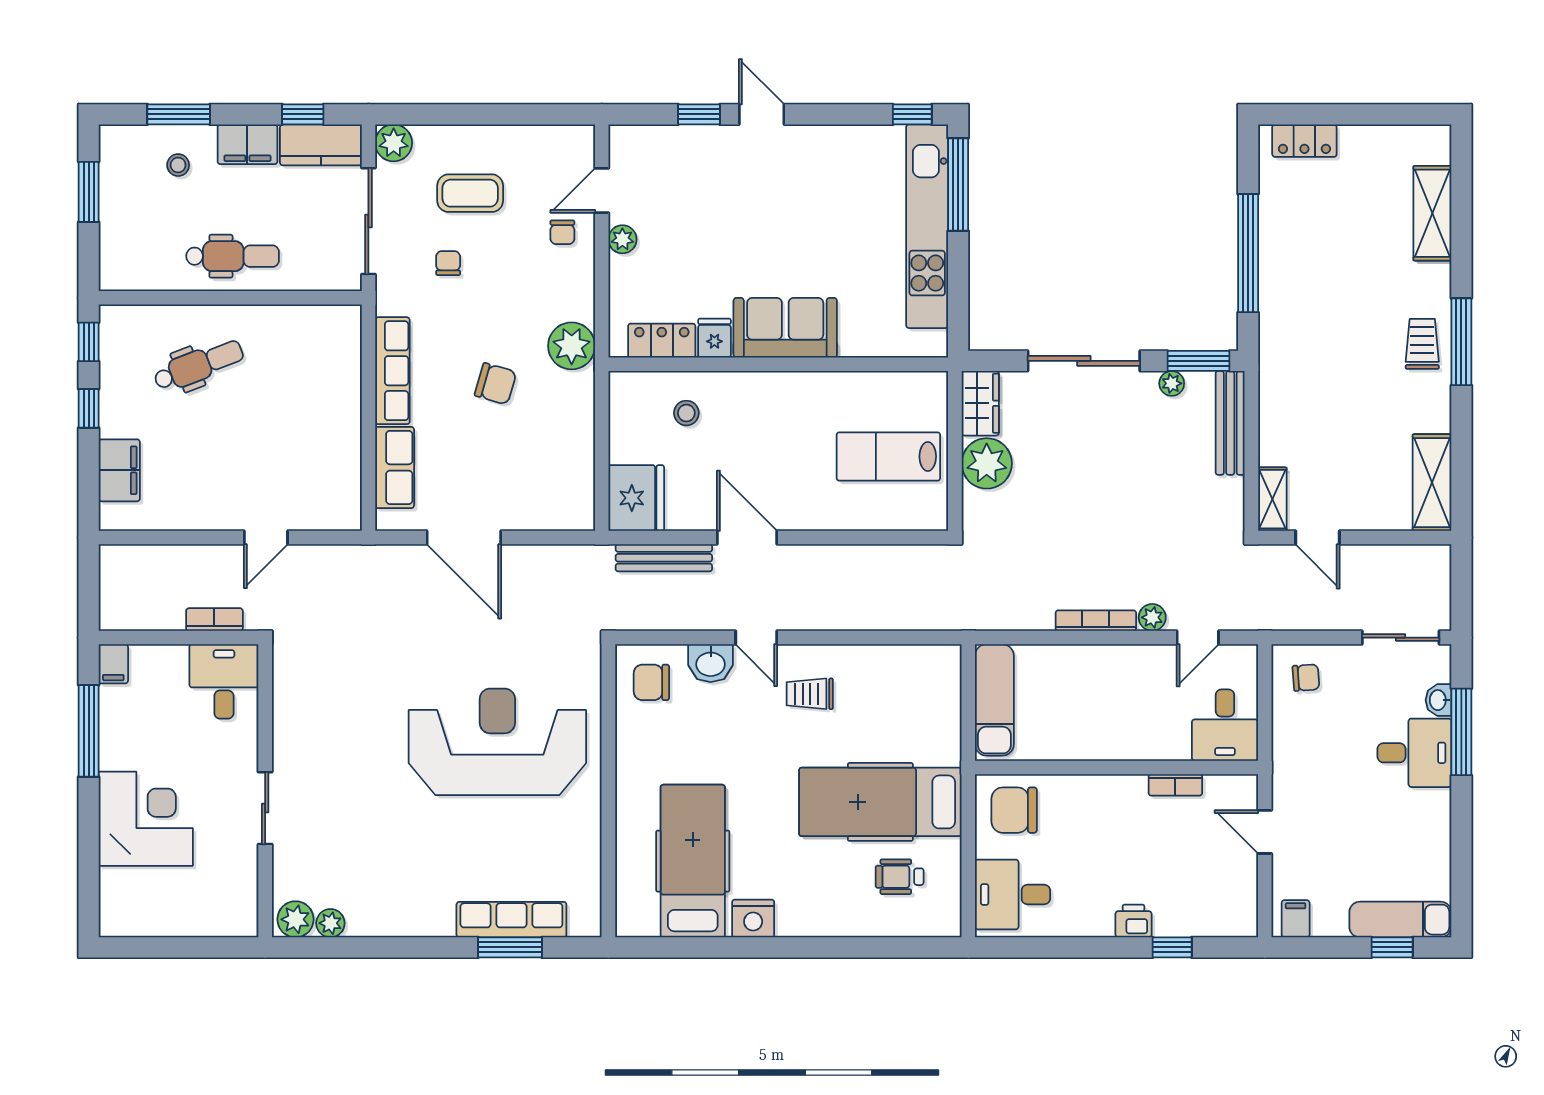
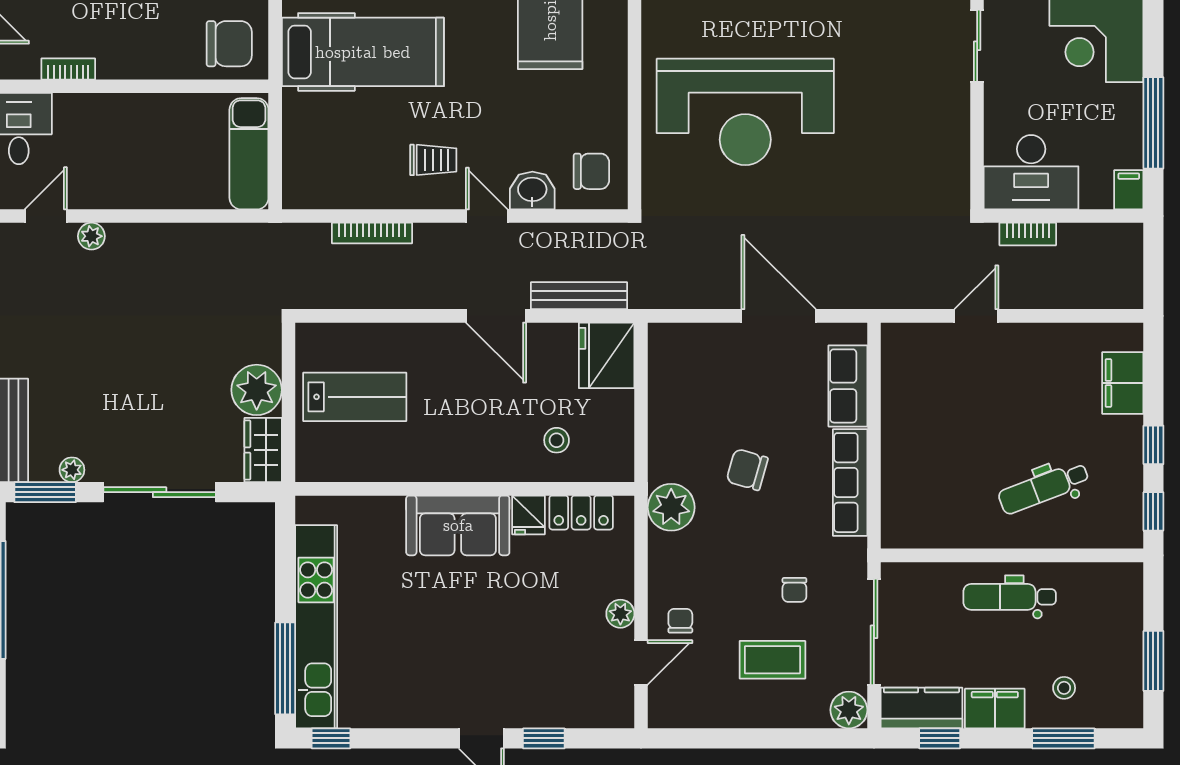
bookcase: (1096, 621) -> (372, 233), moved
desk: (224, 681) -> (1031, 172), width x1.37

